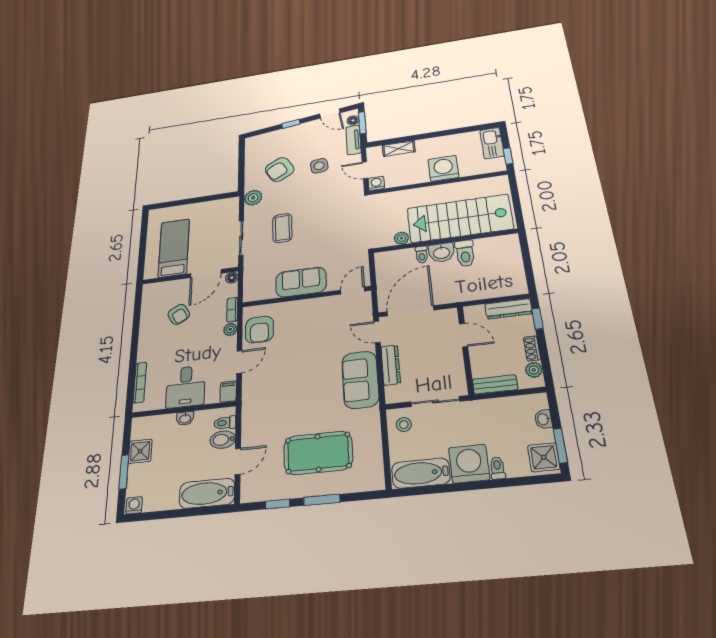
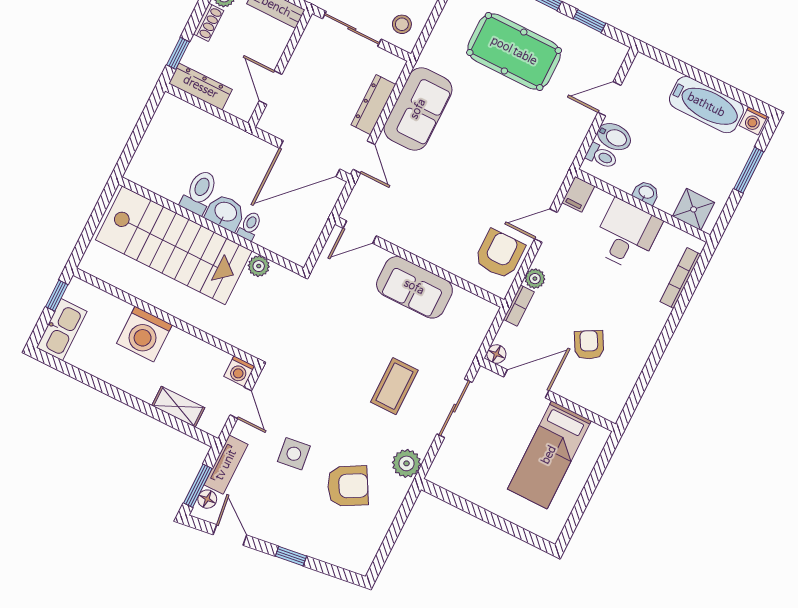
shower: (140, 451) -> (694, 209), moved
bathtub: (207, 493) -> (706, 105), moved

